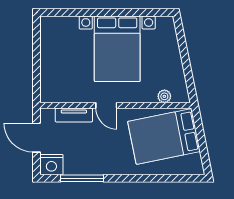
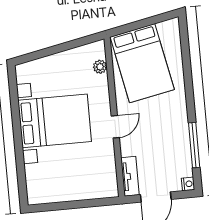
tv unit: (74, 115) -> (130, 176), moved
nightstand: (51, 165) -> (188, 184), width x0.53, depth x0.56

